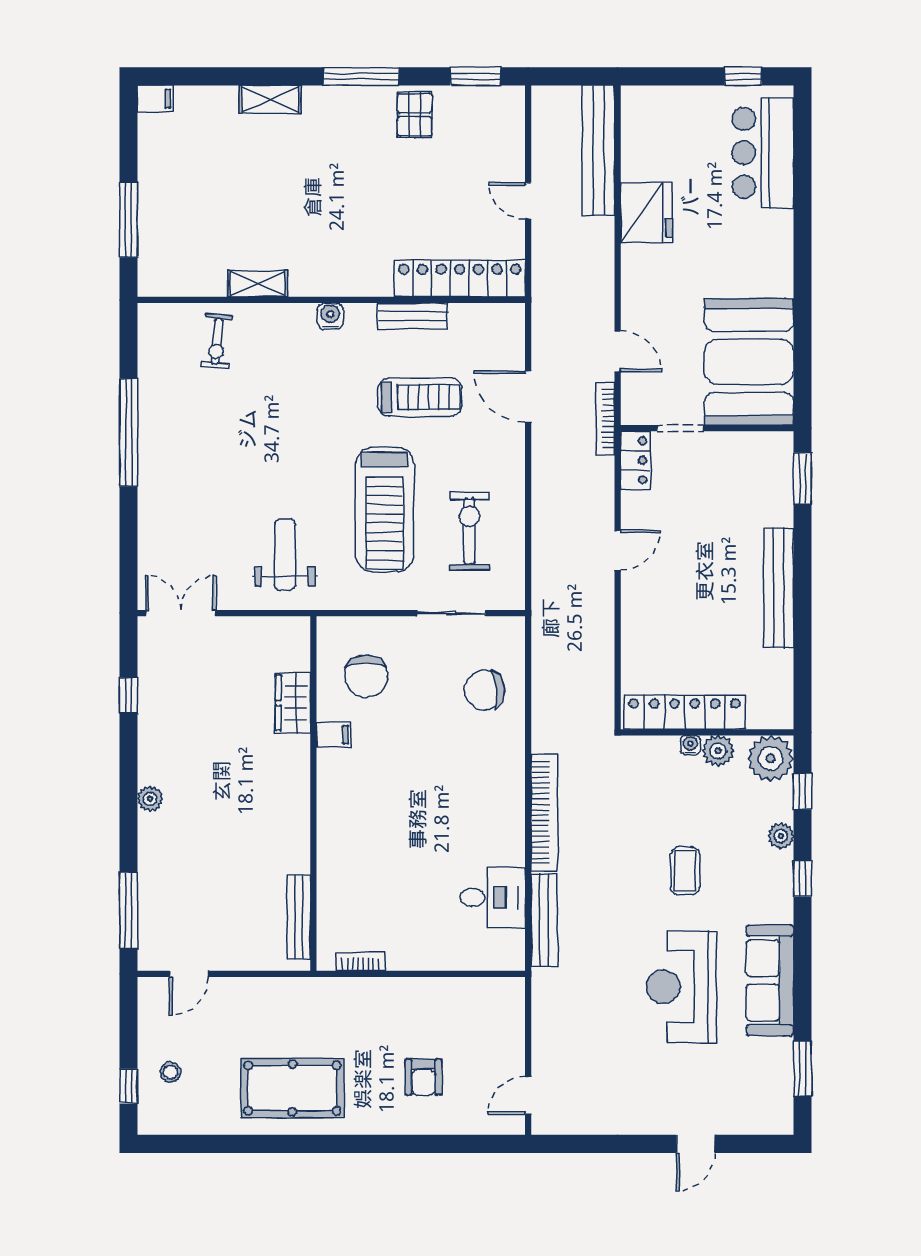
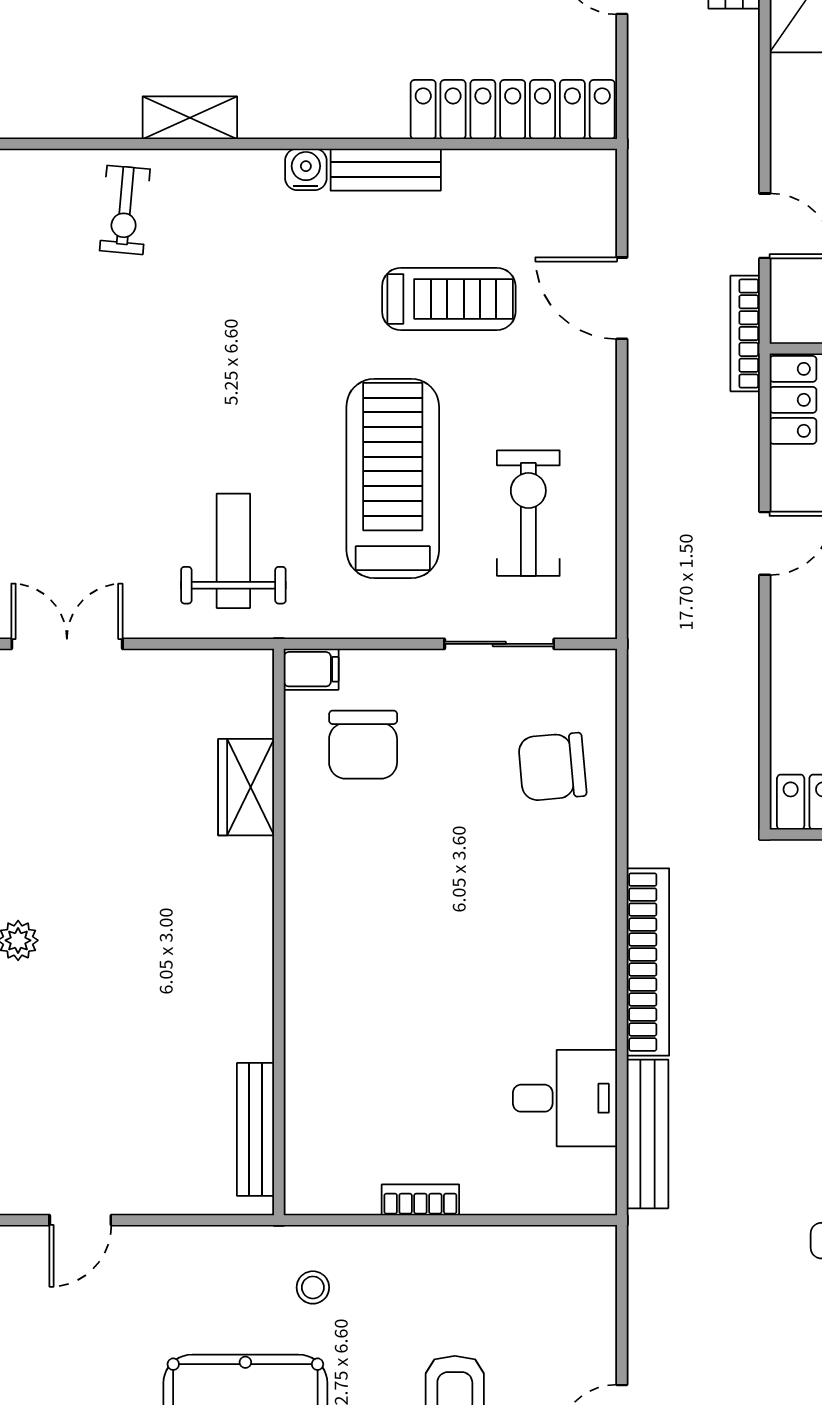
bench: (413, 316) -> (386, 170), moved
treadmill: (385, 509) -> (393, 478), turned 180
filing cabinet: (334, 735) -> (311, 669), moved
bookcase: (361, 961) -> (420, 1200), moved
stool: (170, 1072) -> (313, 1287), moved

